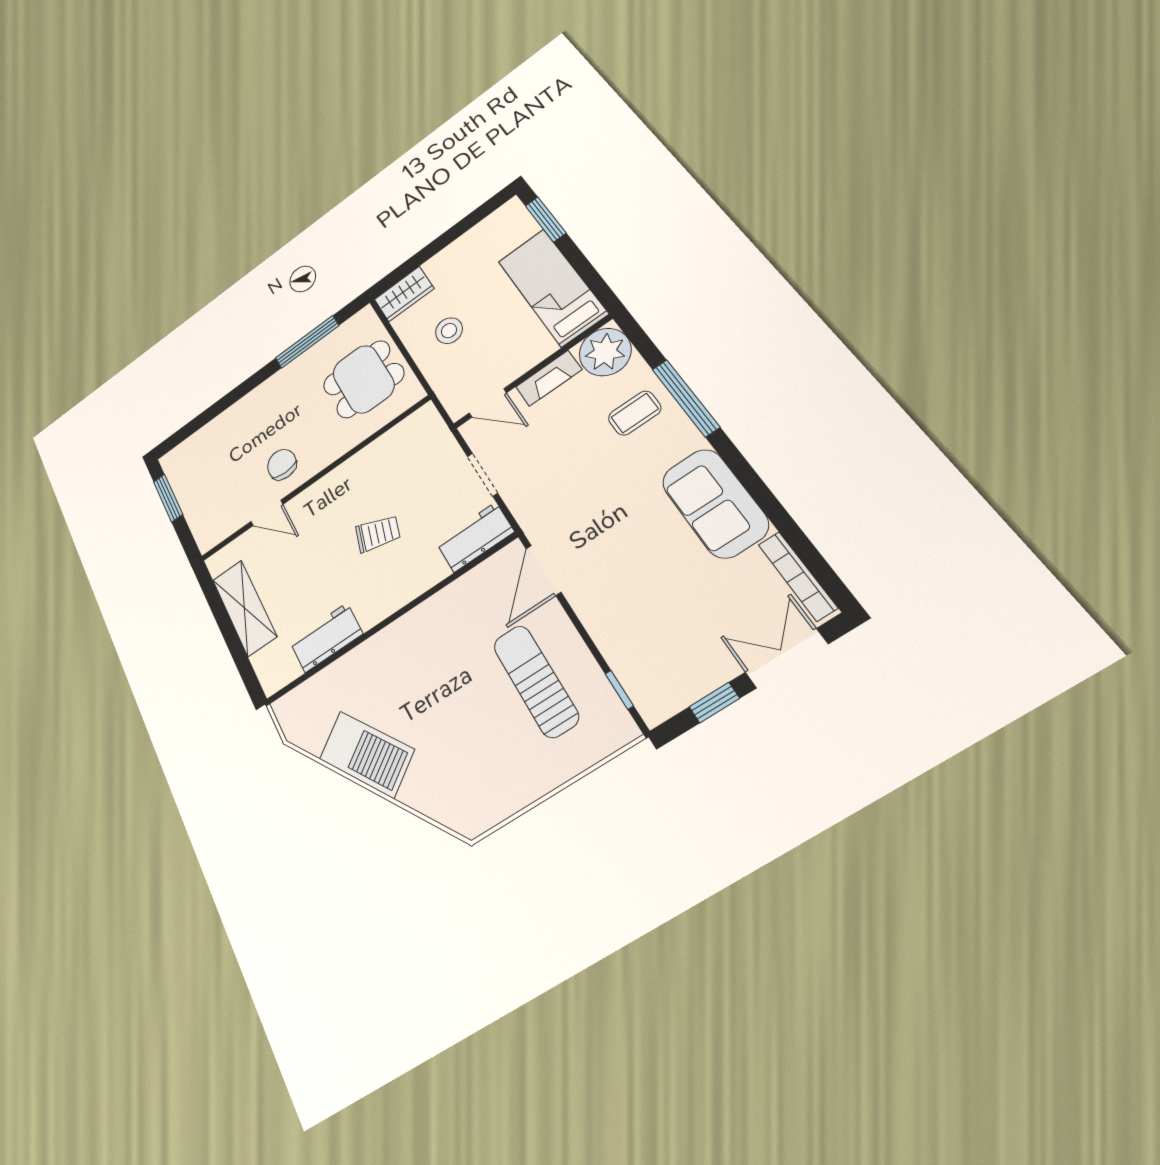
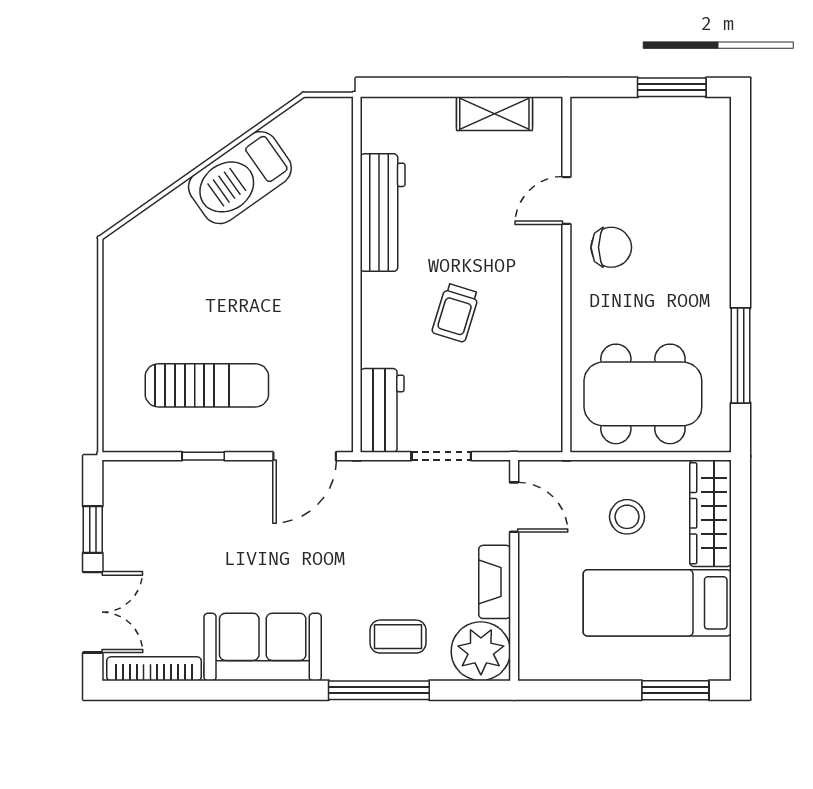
bed: (552, 287) -> (657, 603), moved, turned 180
wardrobe: (404, 294) -> (711, 513), width x1.50
dining table: (363, 379) -> (643, 394), width x1.38
door: (488, 403) -> (514, 507), swing flipped
coffee table: (635, 413) -> (398, 637), turned 90
door: (543, 570) -> (305, 456), swing flipped
shelving: (244, 608) -> (494, 114), width x0.67, depth x0.75
workbench: (326, 638) -> (383, 213), width x1.38
window: (619, 690) -> (203, 456), moved

